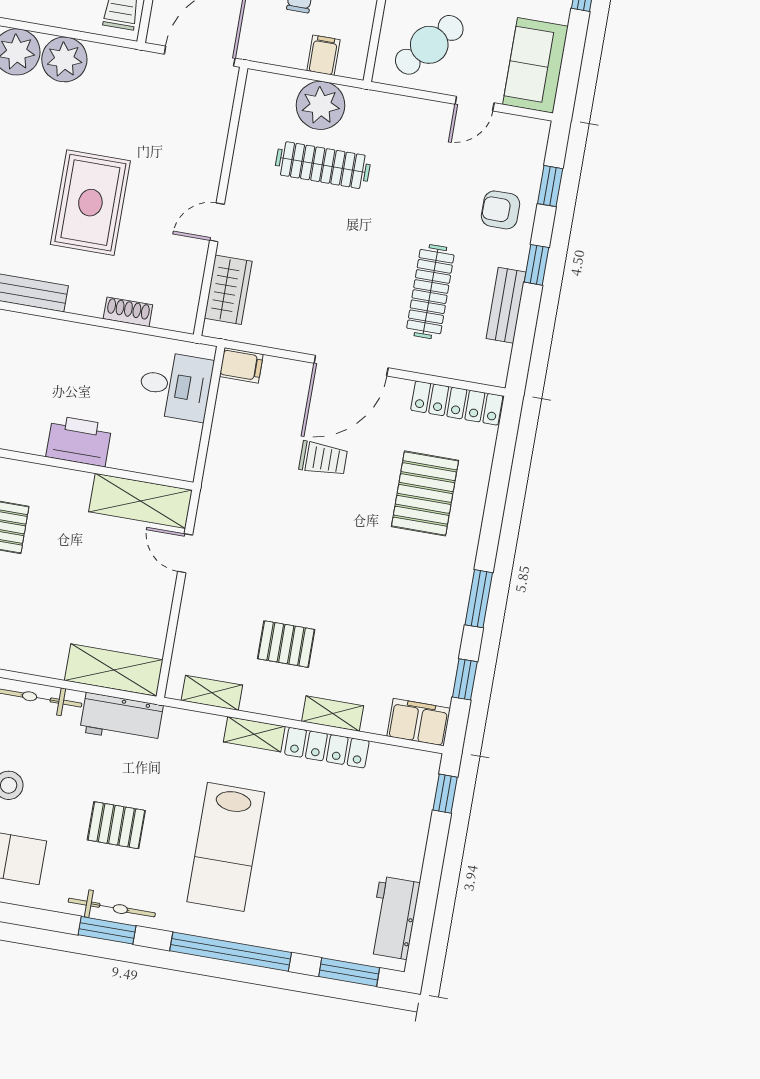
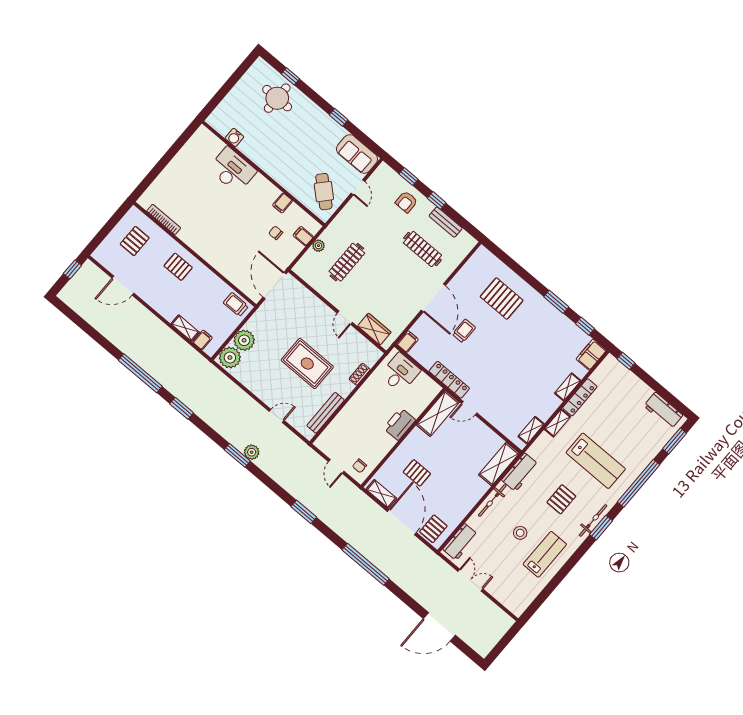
plant: (321, 105) -> (319, 246), width x0.53, depth x0.53
locker: (457, 403) -> (449, 380), moved, turned -90
pallet: (286, 644) -> (529, 389), removed

